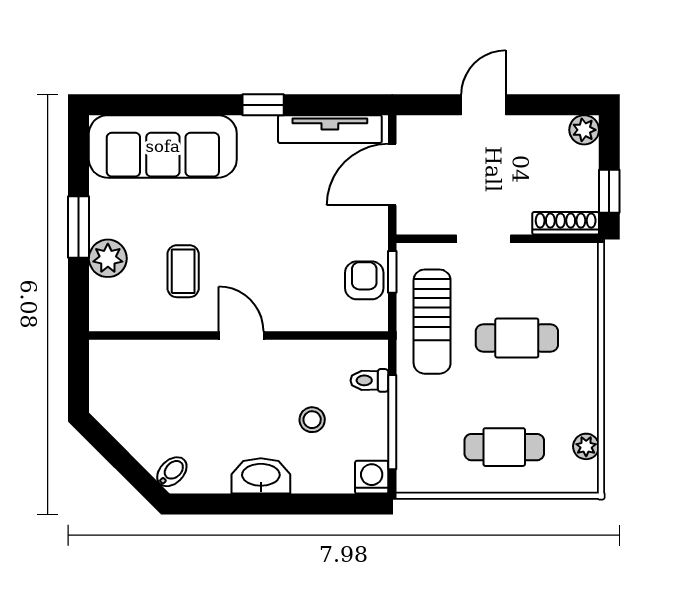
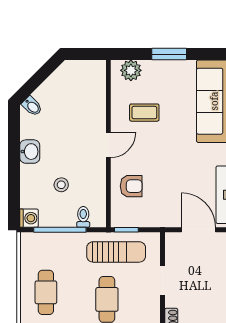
plant: (108, 258) -> (131, 70), moved
window: (392, 272) -> (126, 230), moved
armchair: (364, 280) -> (131, 186), moved
sun lounger: (432, 322) -> (116, 252), turned 180
washbasin: (261, 476) -> (30, 152), width x0.72

